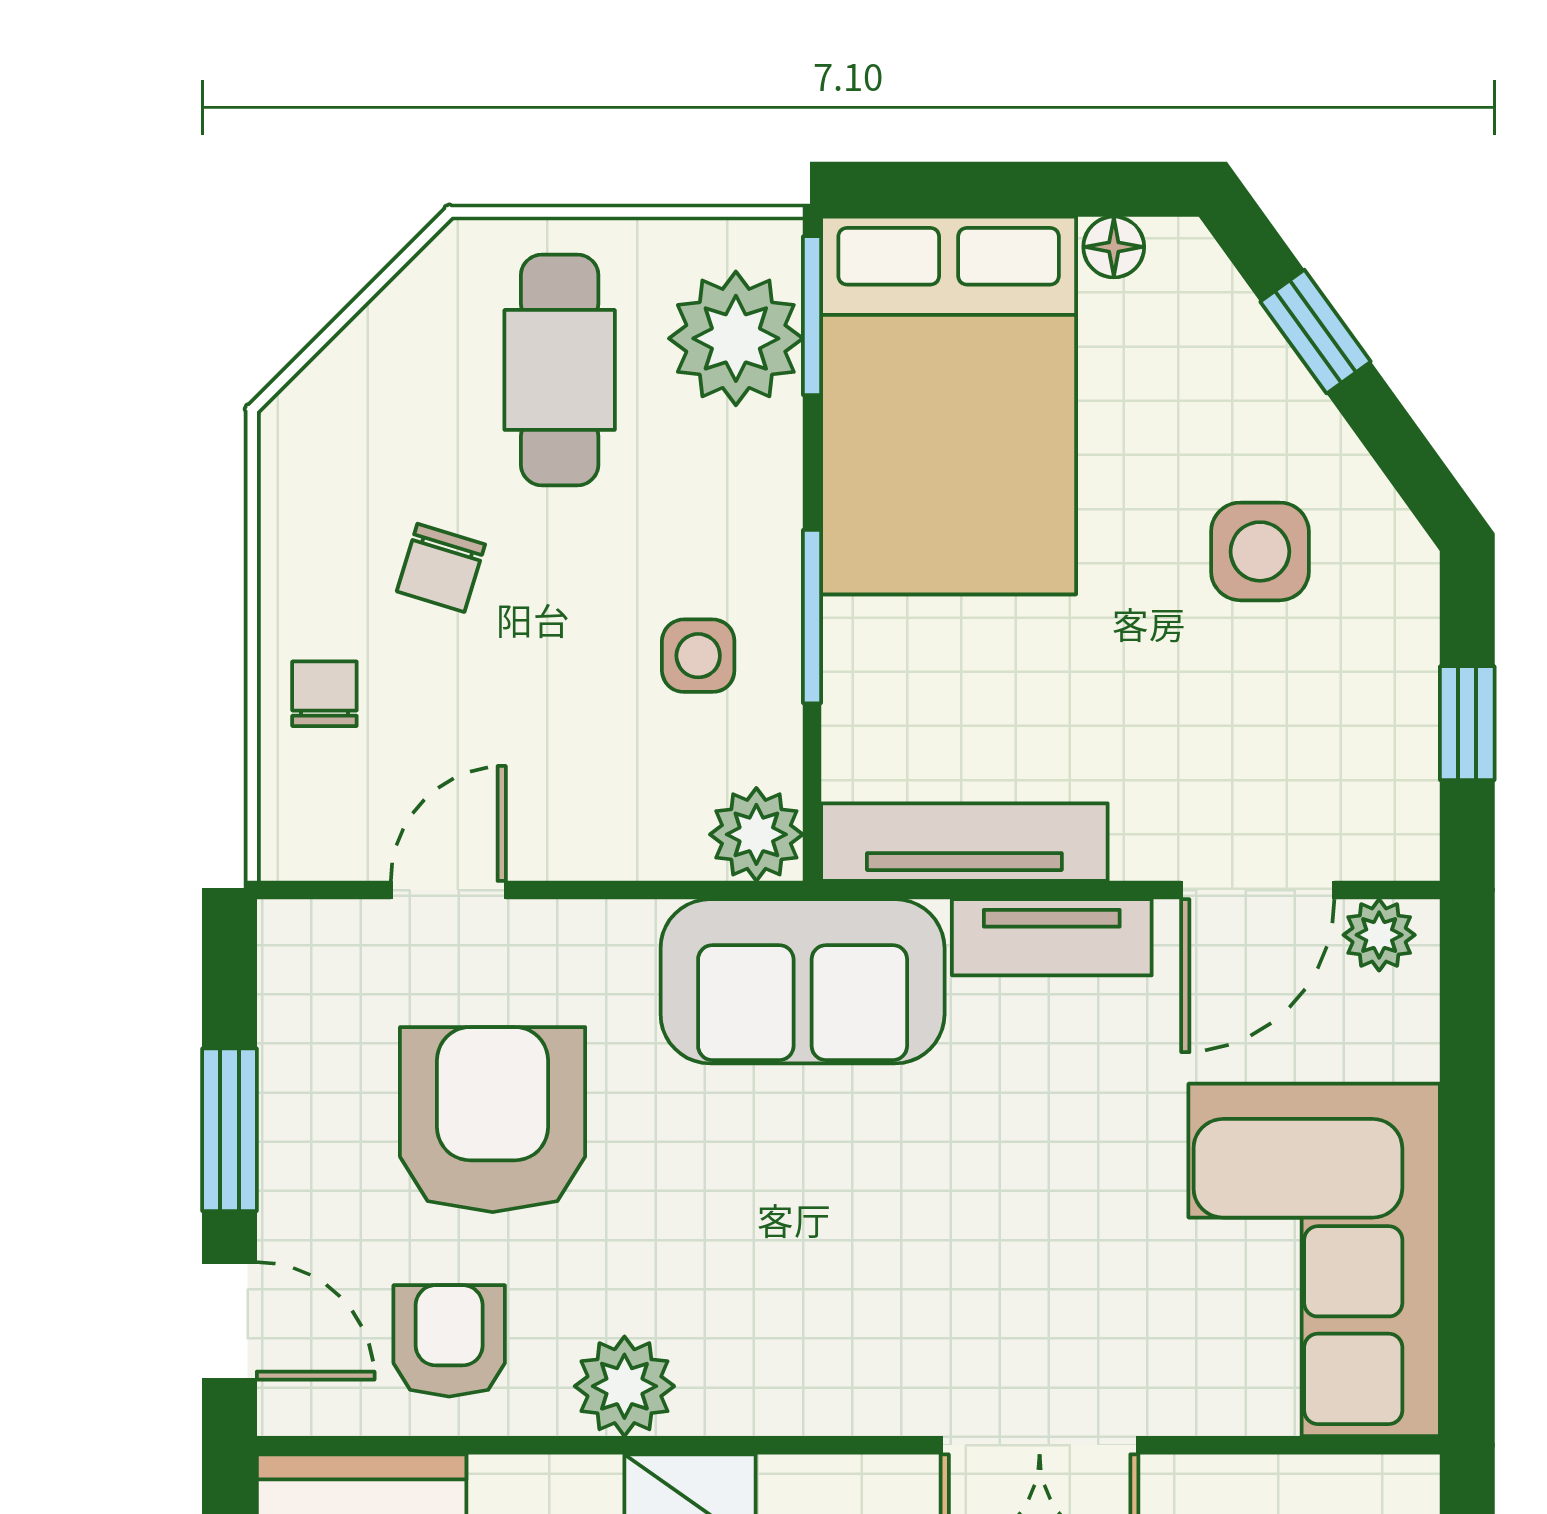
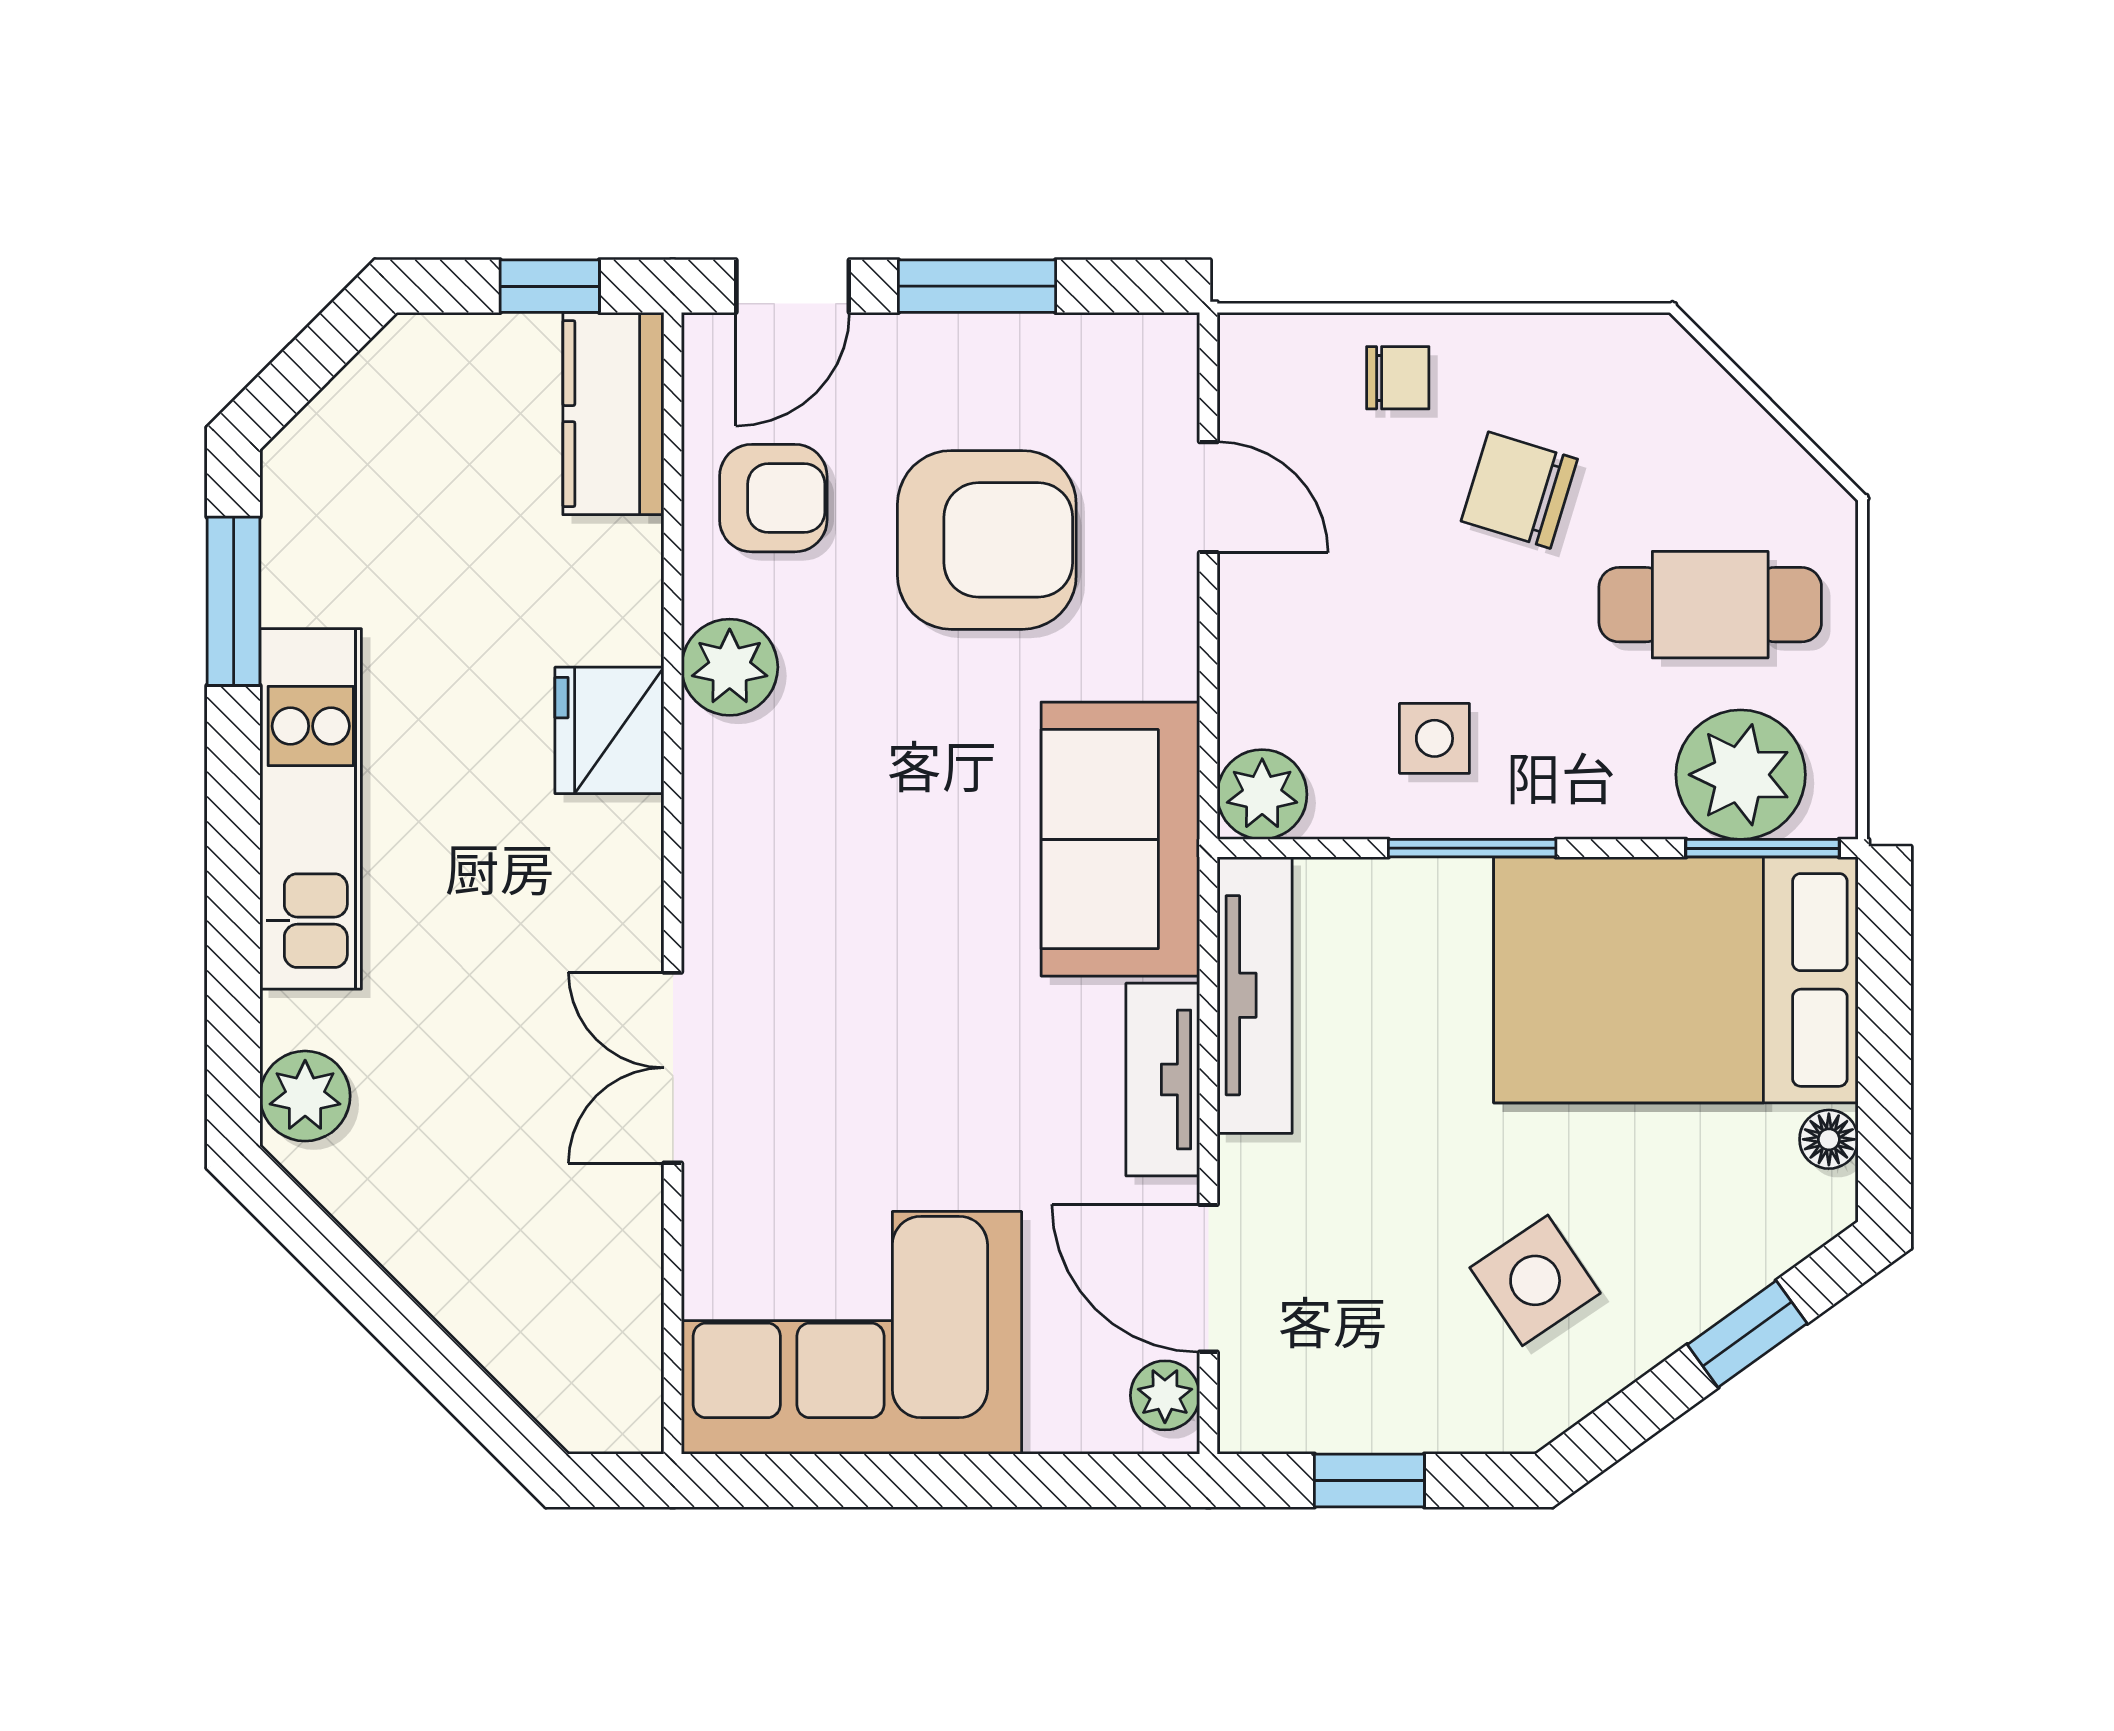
side table: (1260, 551) -> (1535, 1280), turned -34
chair: (441, 568) -> (1519, 490), width x1.37, depth x1.37

